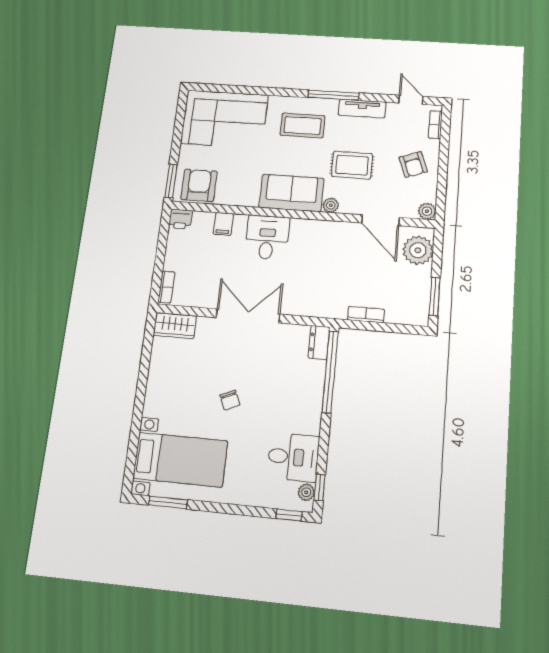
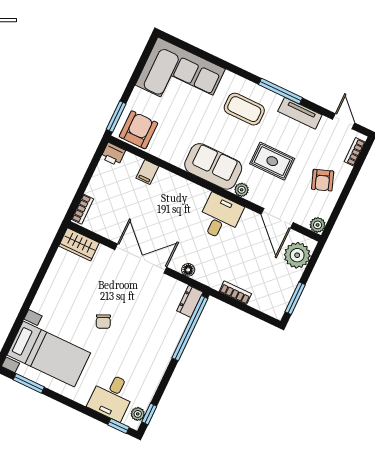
desk: (267, 237) -> (220, 217), moved
floor lamp: (304, 309) -> (188, 270), added
desk: (293, 457) -> (112, 397), moved, turned 90

